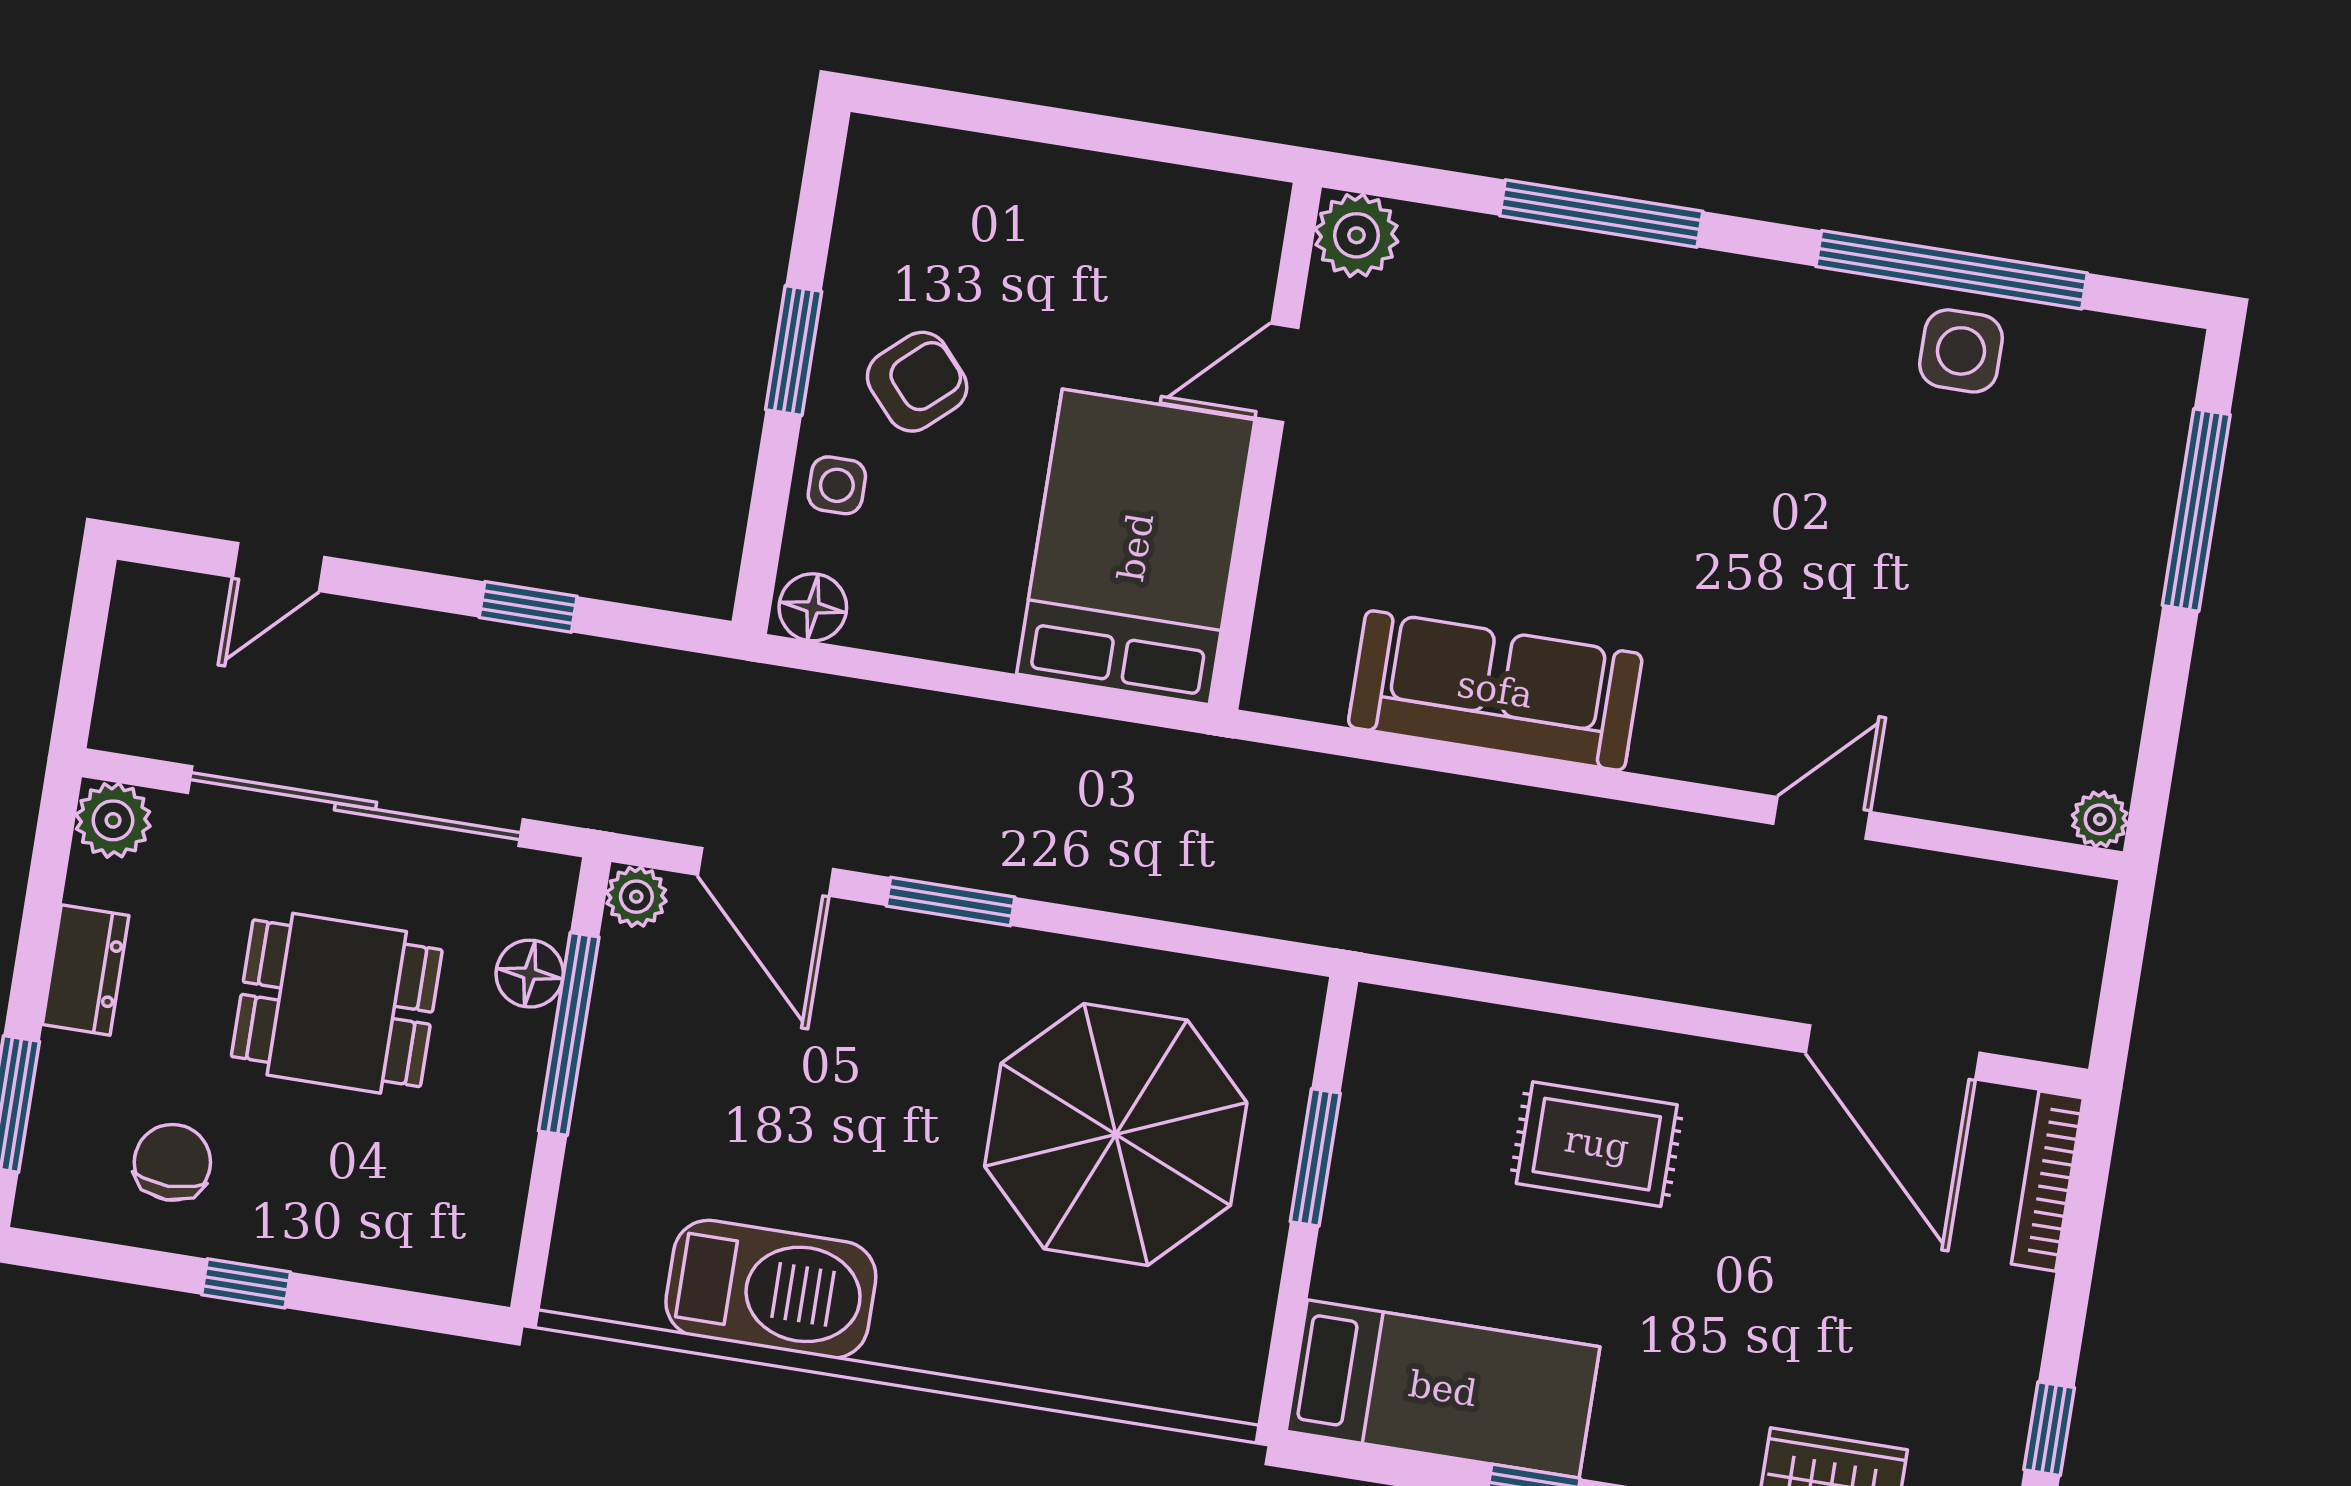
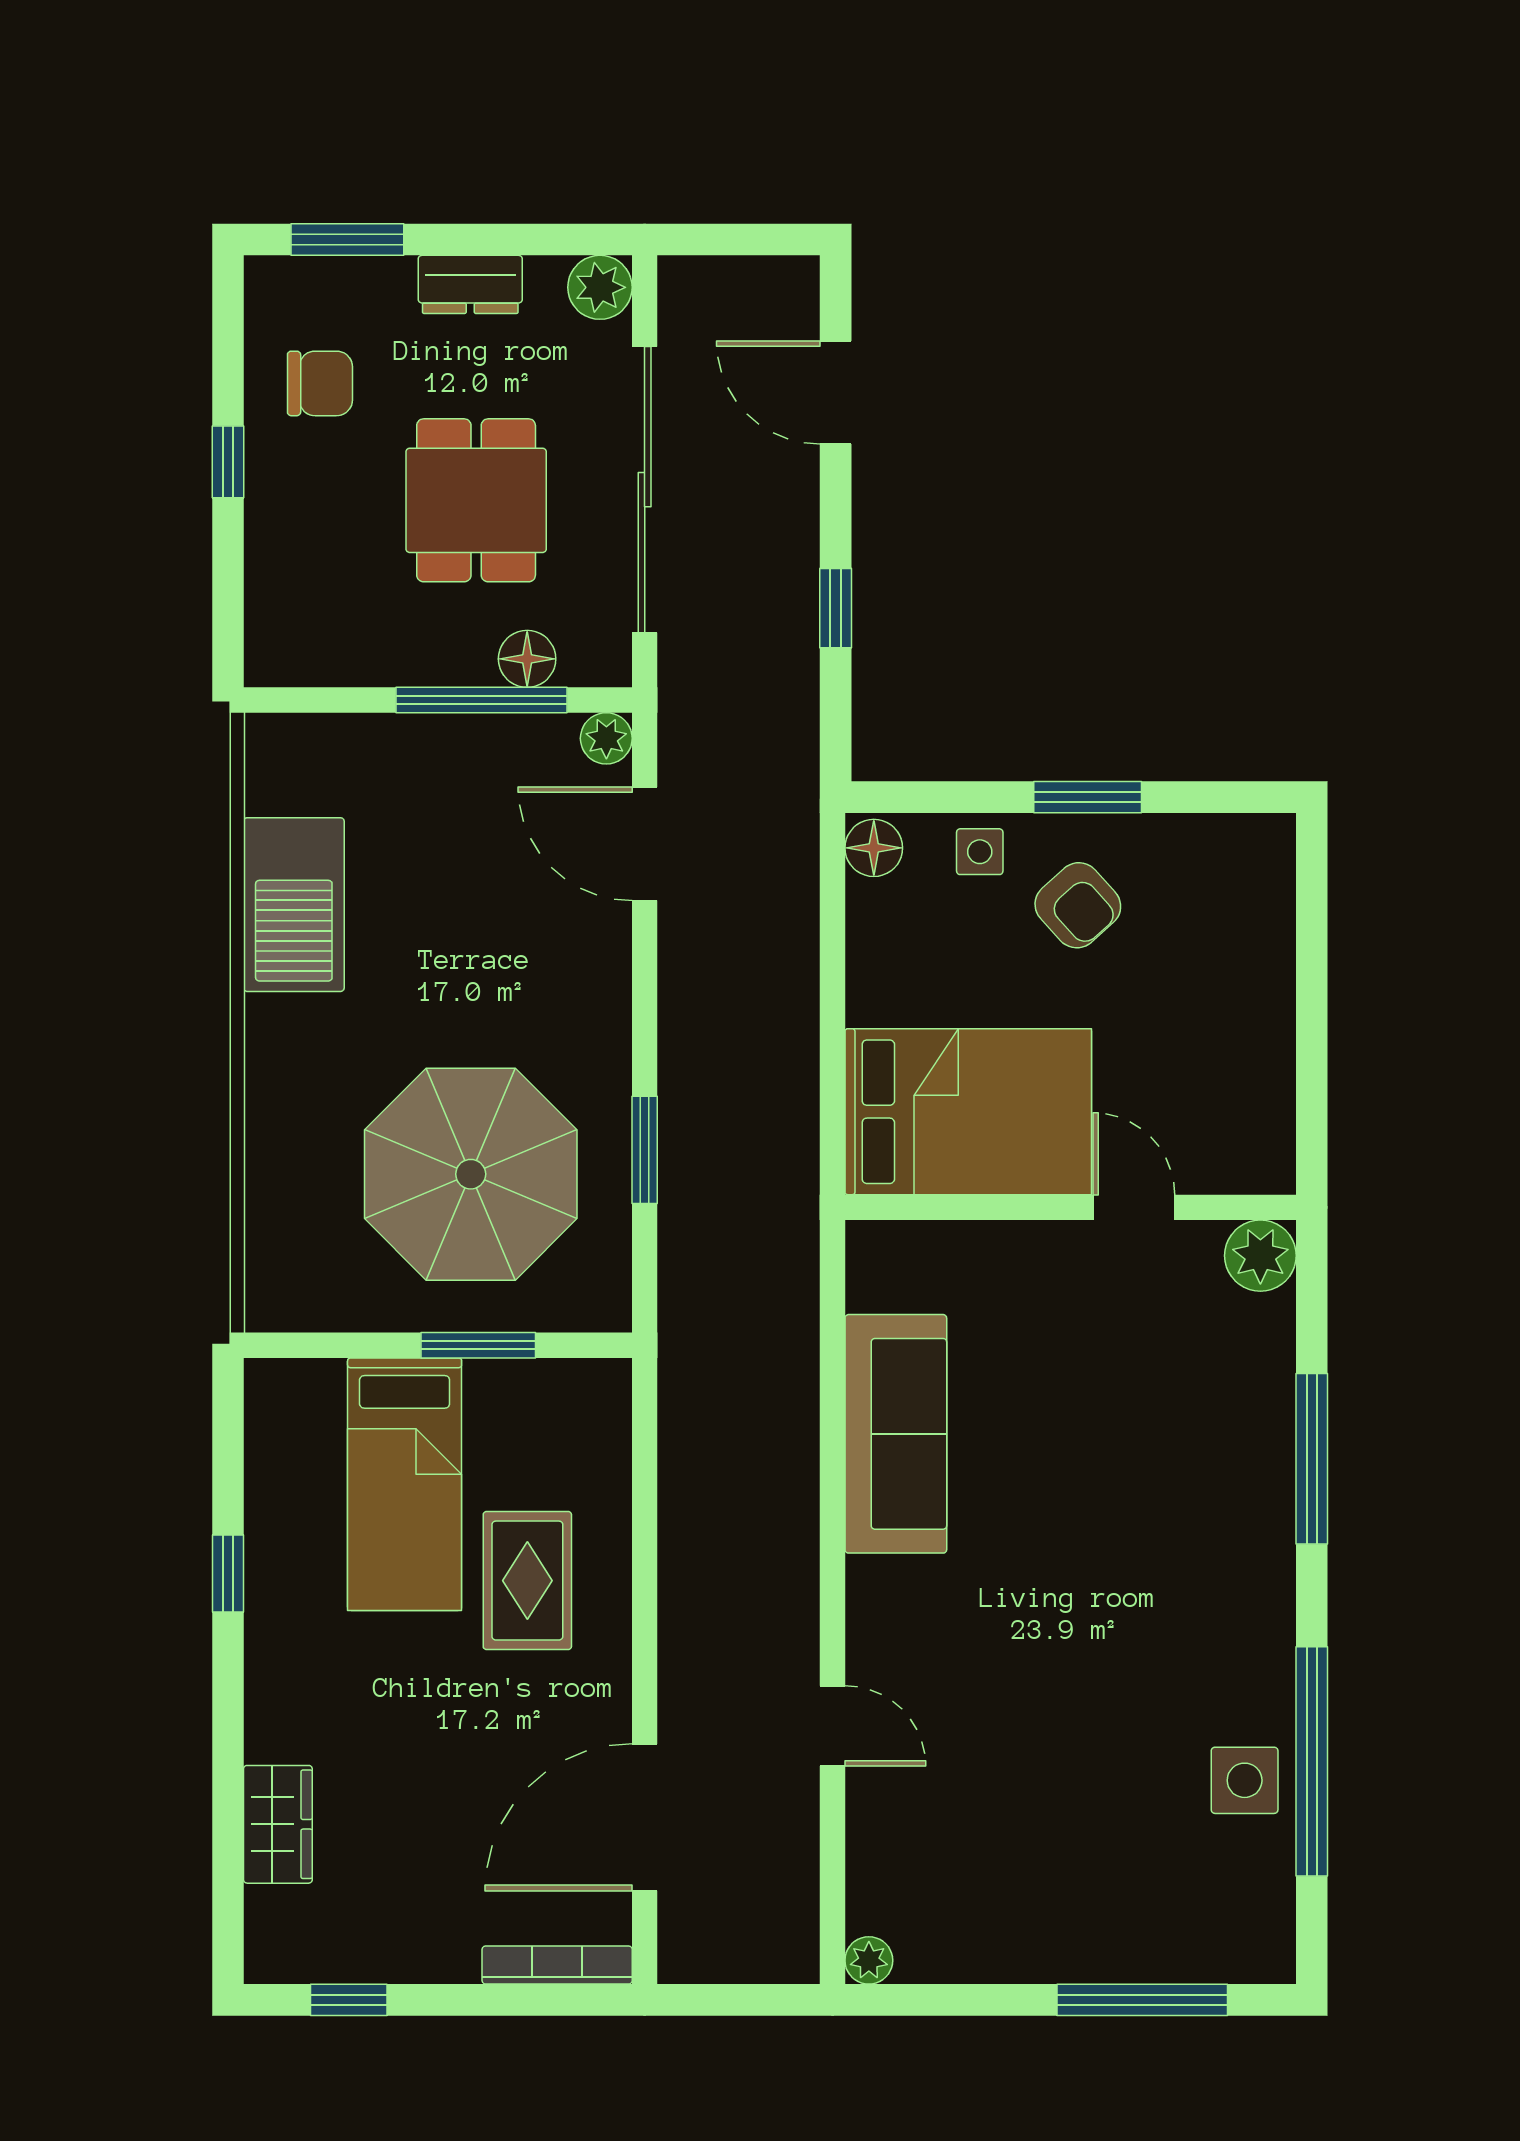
door: (278, 567) -> (836, 392), width x1.37
door: (765, 872) -> (645, 844), hinge flipped
window: (951, 901) -> (645, 1150), moved
bed: (1443, 1389) -> (405, 1484), moved

